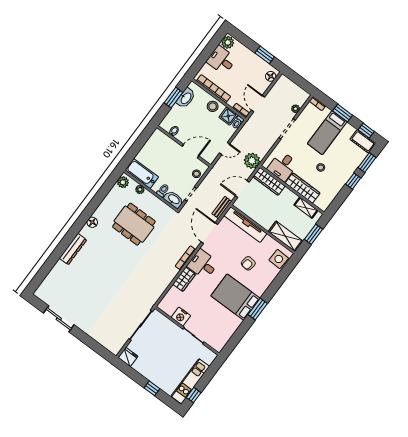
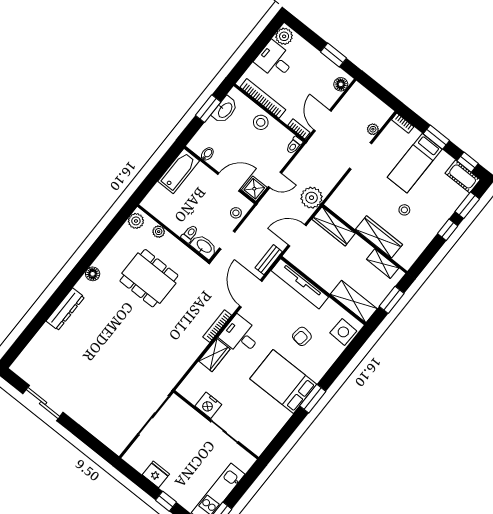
shower: (228, 116) -> (254, 189), moved
desk: (283, 166) -> (353, 206), removed
bathtub: (142, 173) -> (179, 171), moved, turned 90
fridge: (128, 357) -> (156, 474), moved

